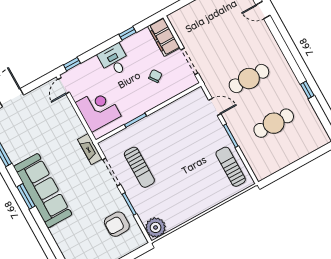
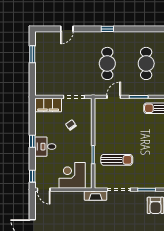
window: (127, 33) -> (32, 141), moved
window: (307, 90) -> (107, 29), moved
sun lounger: (139, 167) -> (117, 160), moved

